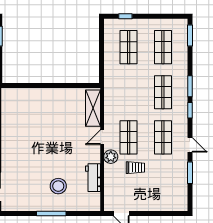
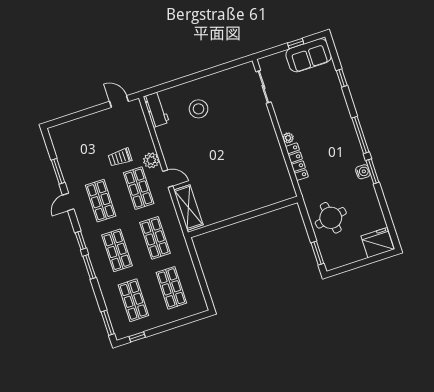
window: (125, 16) -> (137, 337), moved
shop shelf: (129, 92) -> (155, 238), added
door: (102, 137) -> (168, 179), hinge flipped
door: (190, 145) -> (68, 202), hinge flipped
workbench: (93, 178) -> (156, 109), moved
window: (51, 213) -> (196, 76), removed

